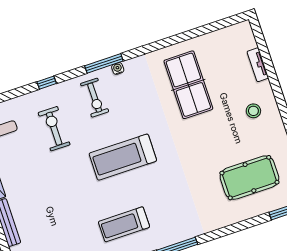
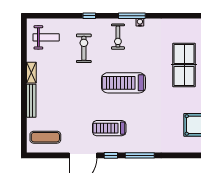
table tennis table: (188, 85) -> (184, 65), moved

